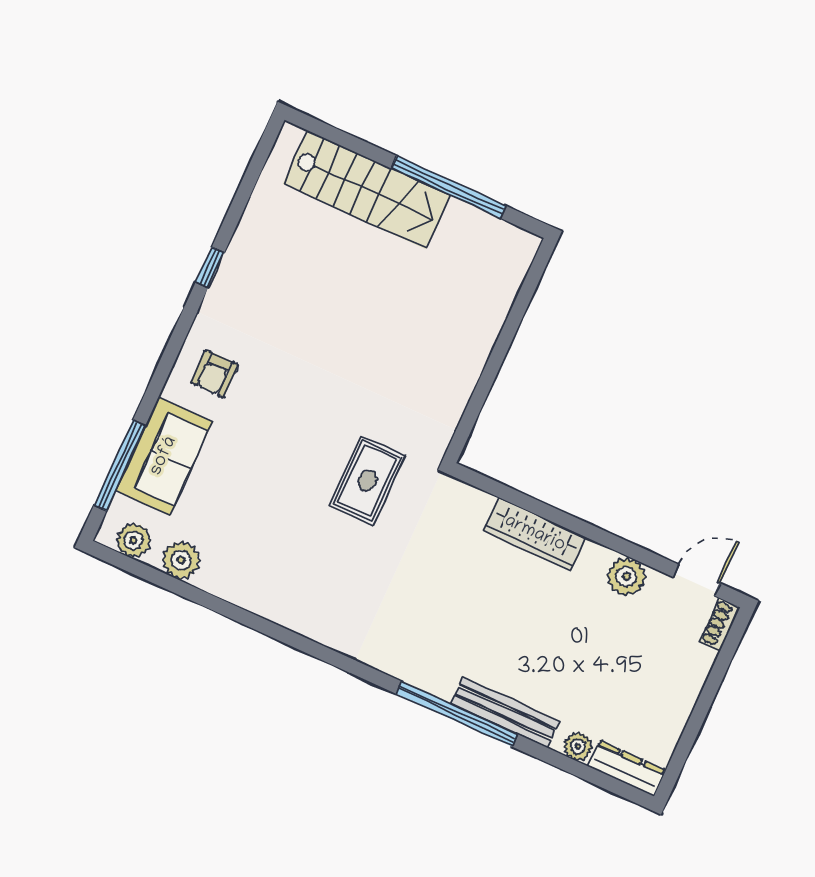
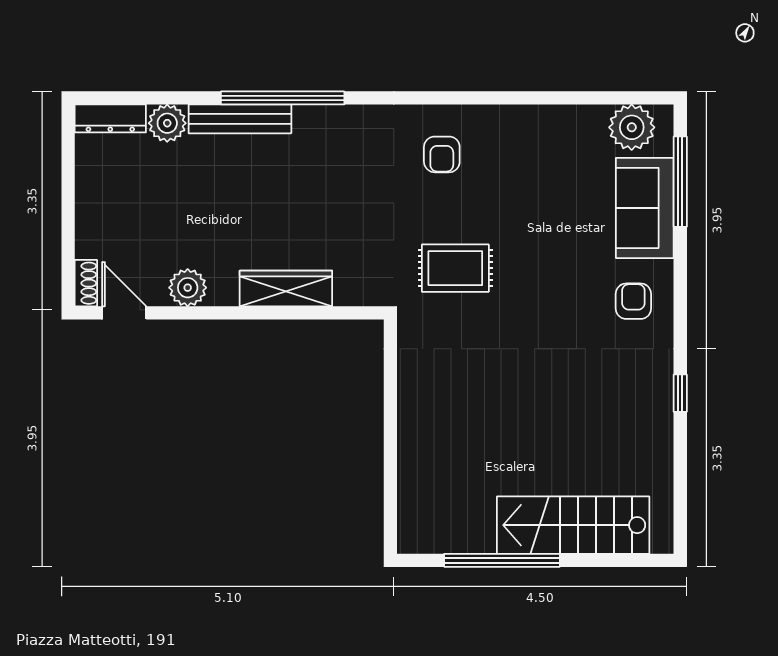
rug: (367, 481) -> (455, 268), turned 90
plant: (134, 540) -> (632, 127), width x1.36, depth x1.36
plant: (181, 560) -> (588, 123), removed
door: (697, 580) -> (124, 313), swing flipped
armchair: (331, 593) -> (442, 154), added
plant: (578, 746) -> (167, 123), width x1.38, depth x1.38

